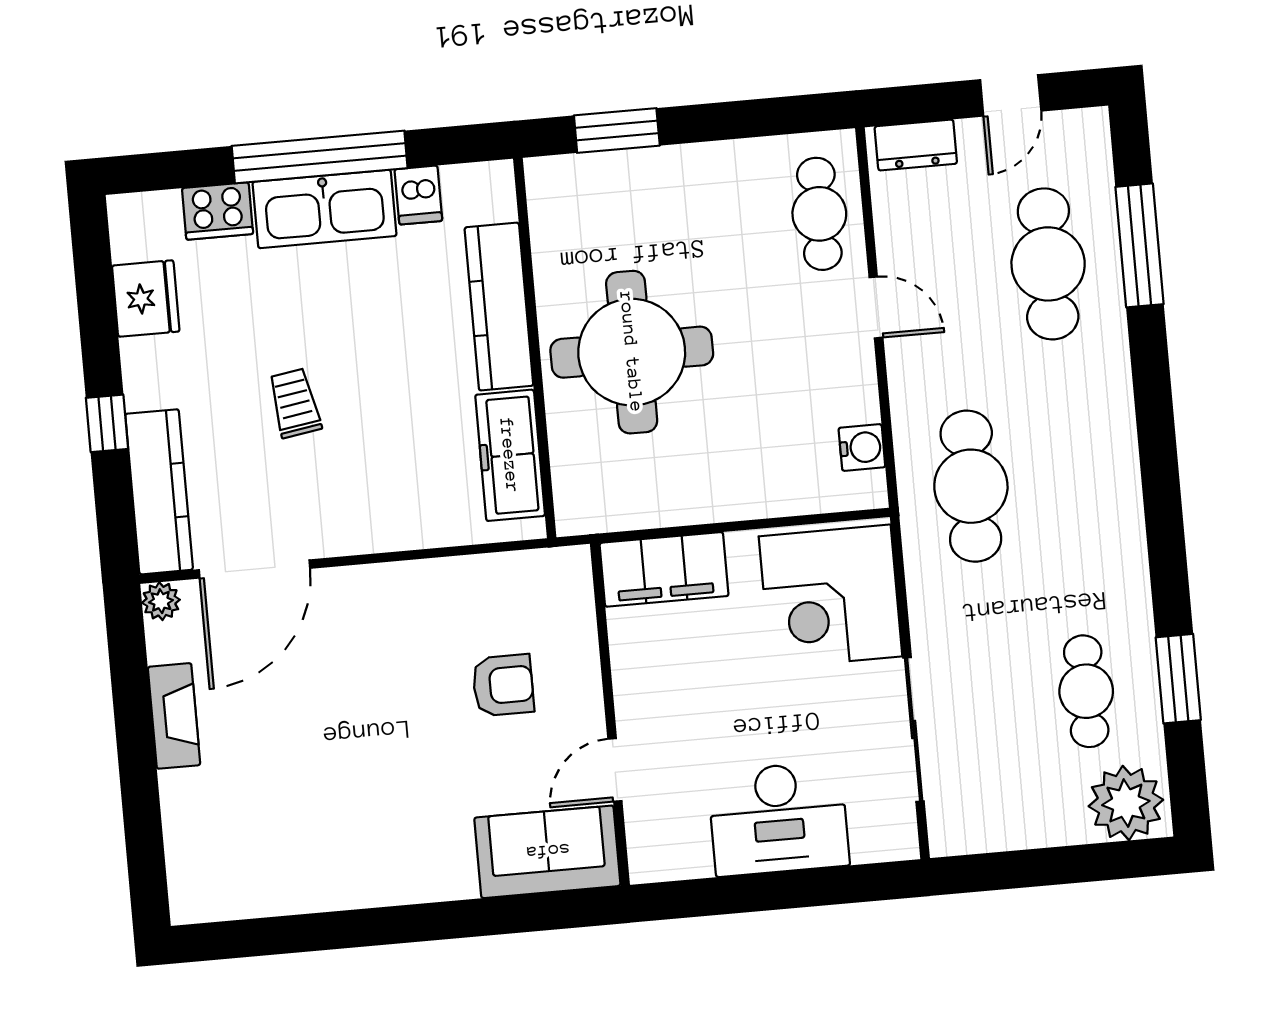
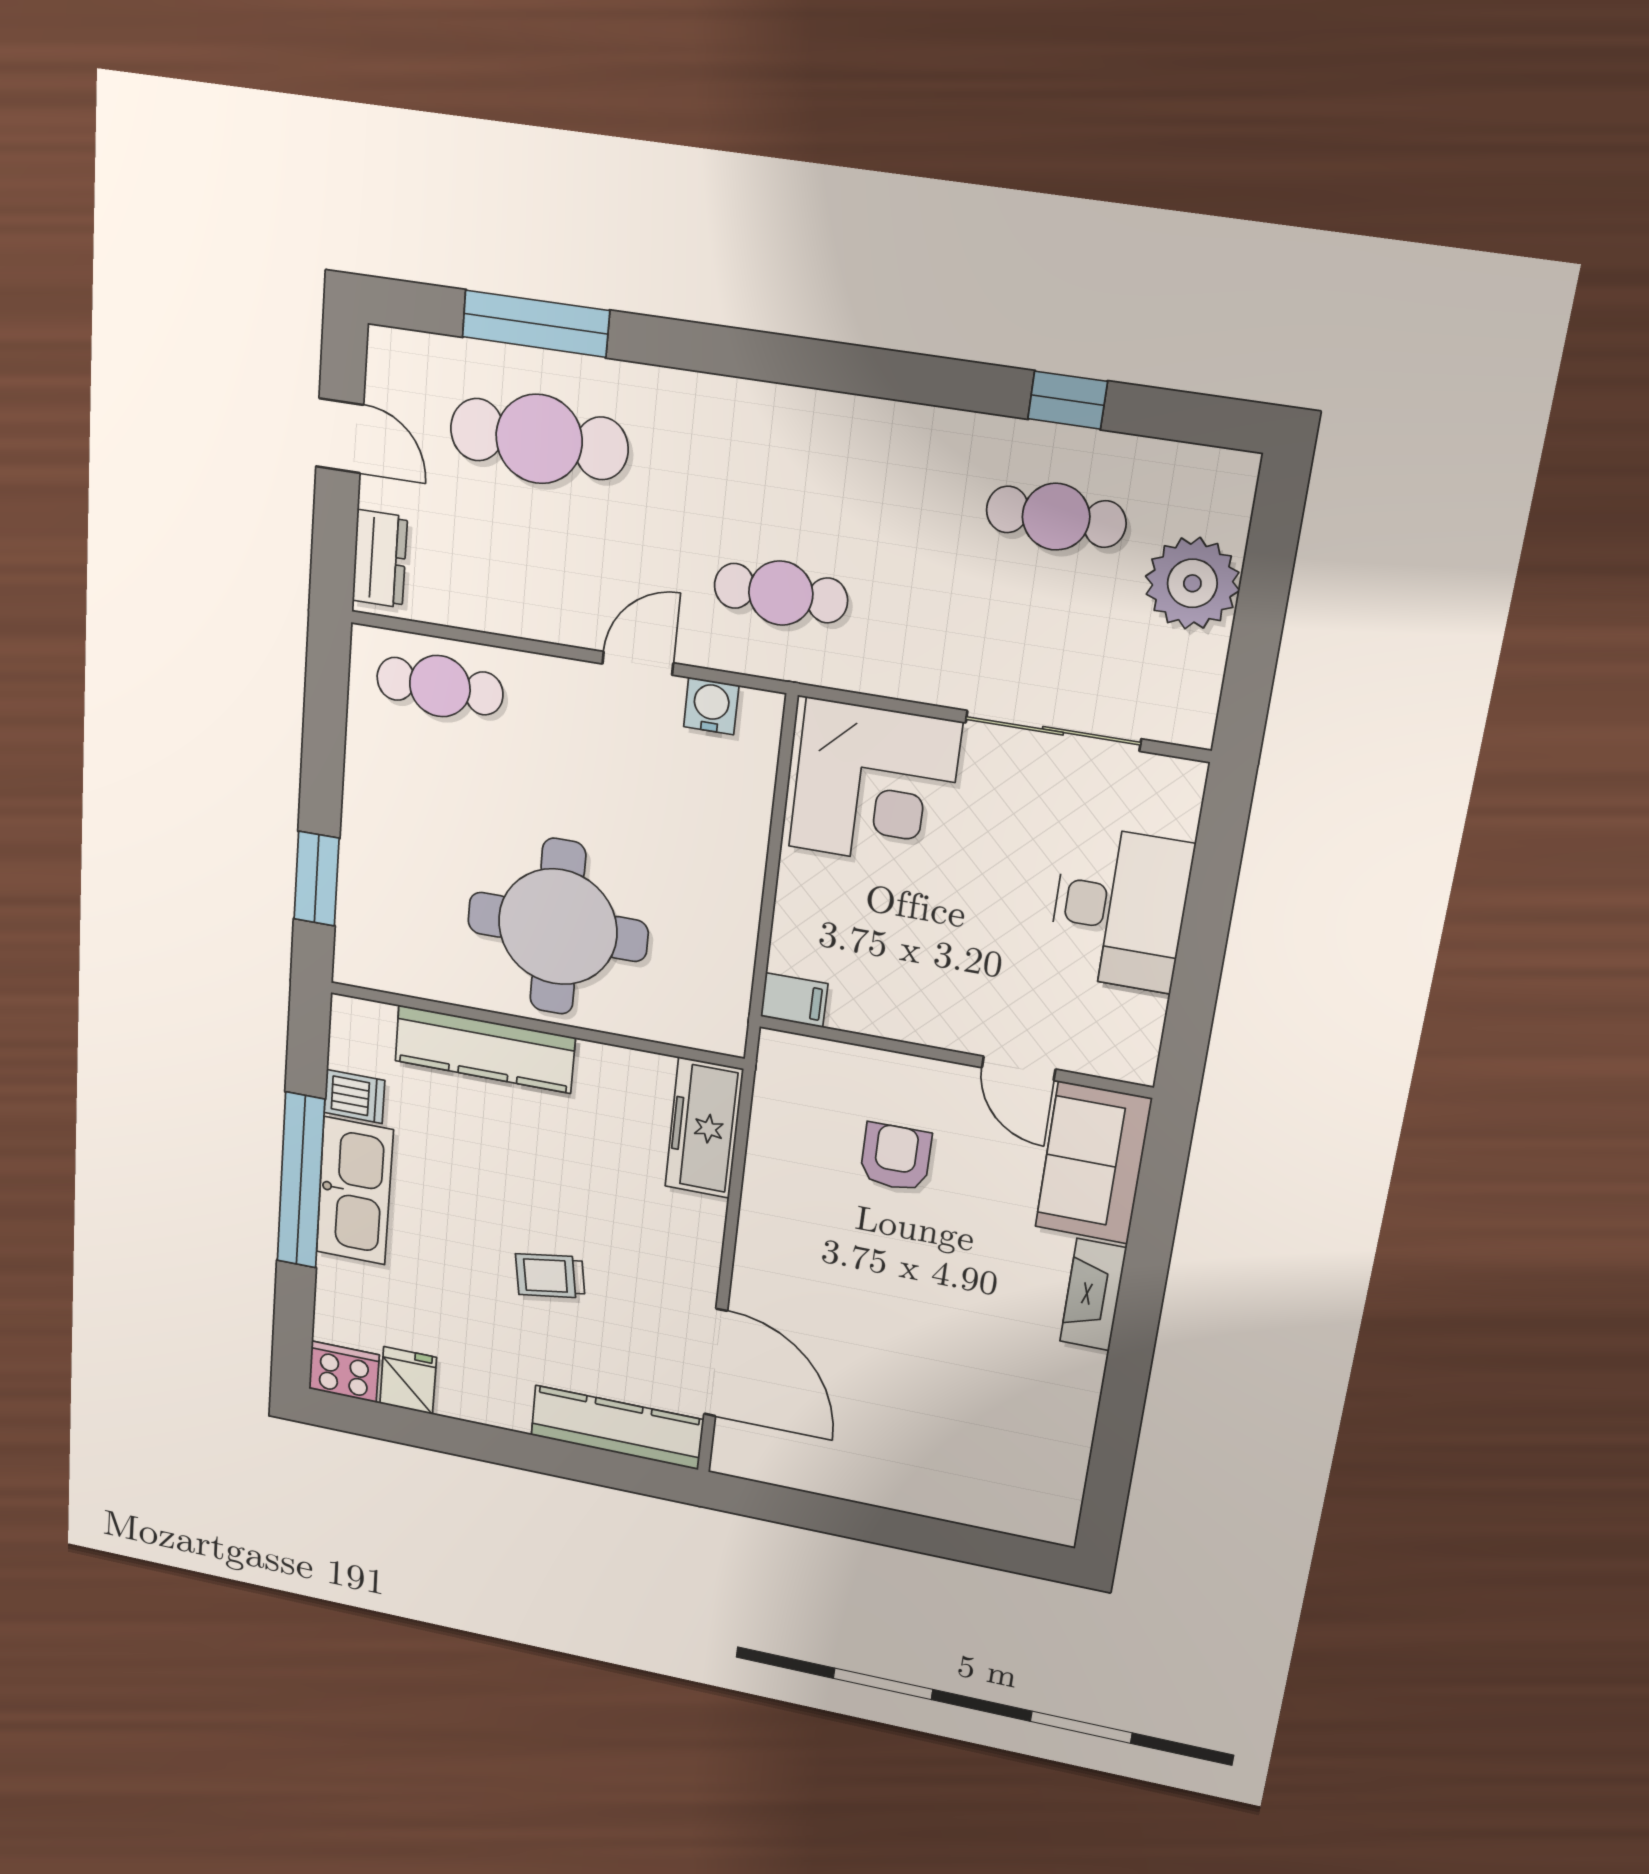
cooker: (218, 211) -> (344, 1372), moved, turned -90
fridge: (146, 299) -> (408, 1381), width x0.72
door: (876, 307) -> (638, 663), moved
window: (107, 423) -> (538, 1454), removed
freezer: (510, 455) -> (704, 1128), moved, turned 90
cafe table: (971, 486) -> (781, 593), width x0.73, depth x0.74
filing cabinet: (664, 569) -> (794, 1000), width x0.33, depth x0.86
plant: (161, 601) -> (730, 1458), removed
window: (1178, 679) -> (1068, 400), width x0.67
fireplace: (174, 716) -> (1093, 1295), moved, turned -90
plant: (1126, 803) -> (1192, 583), moved

